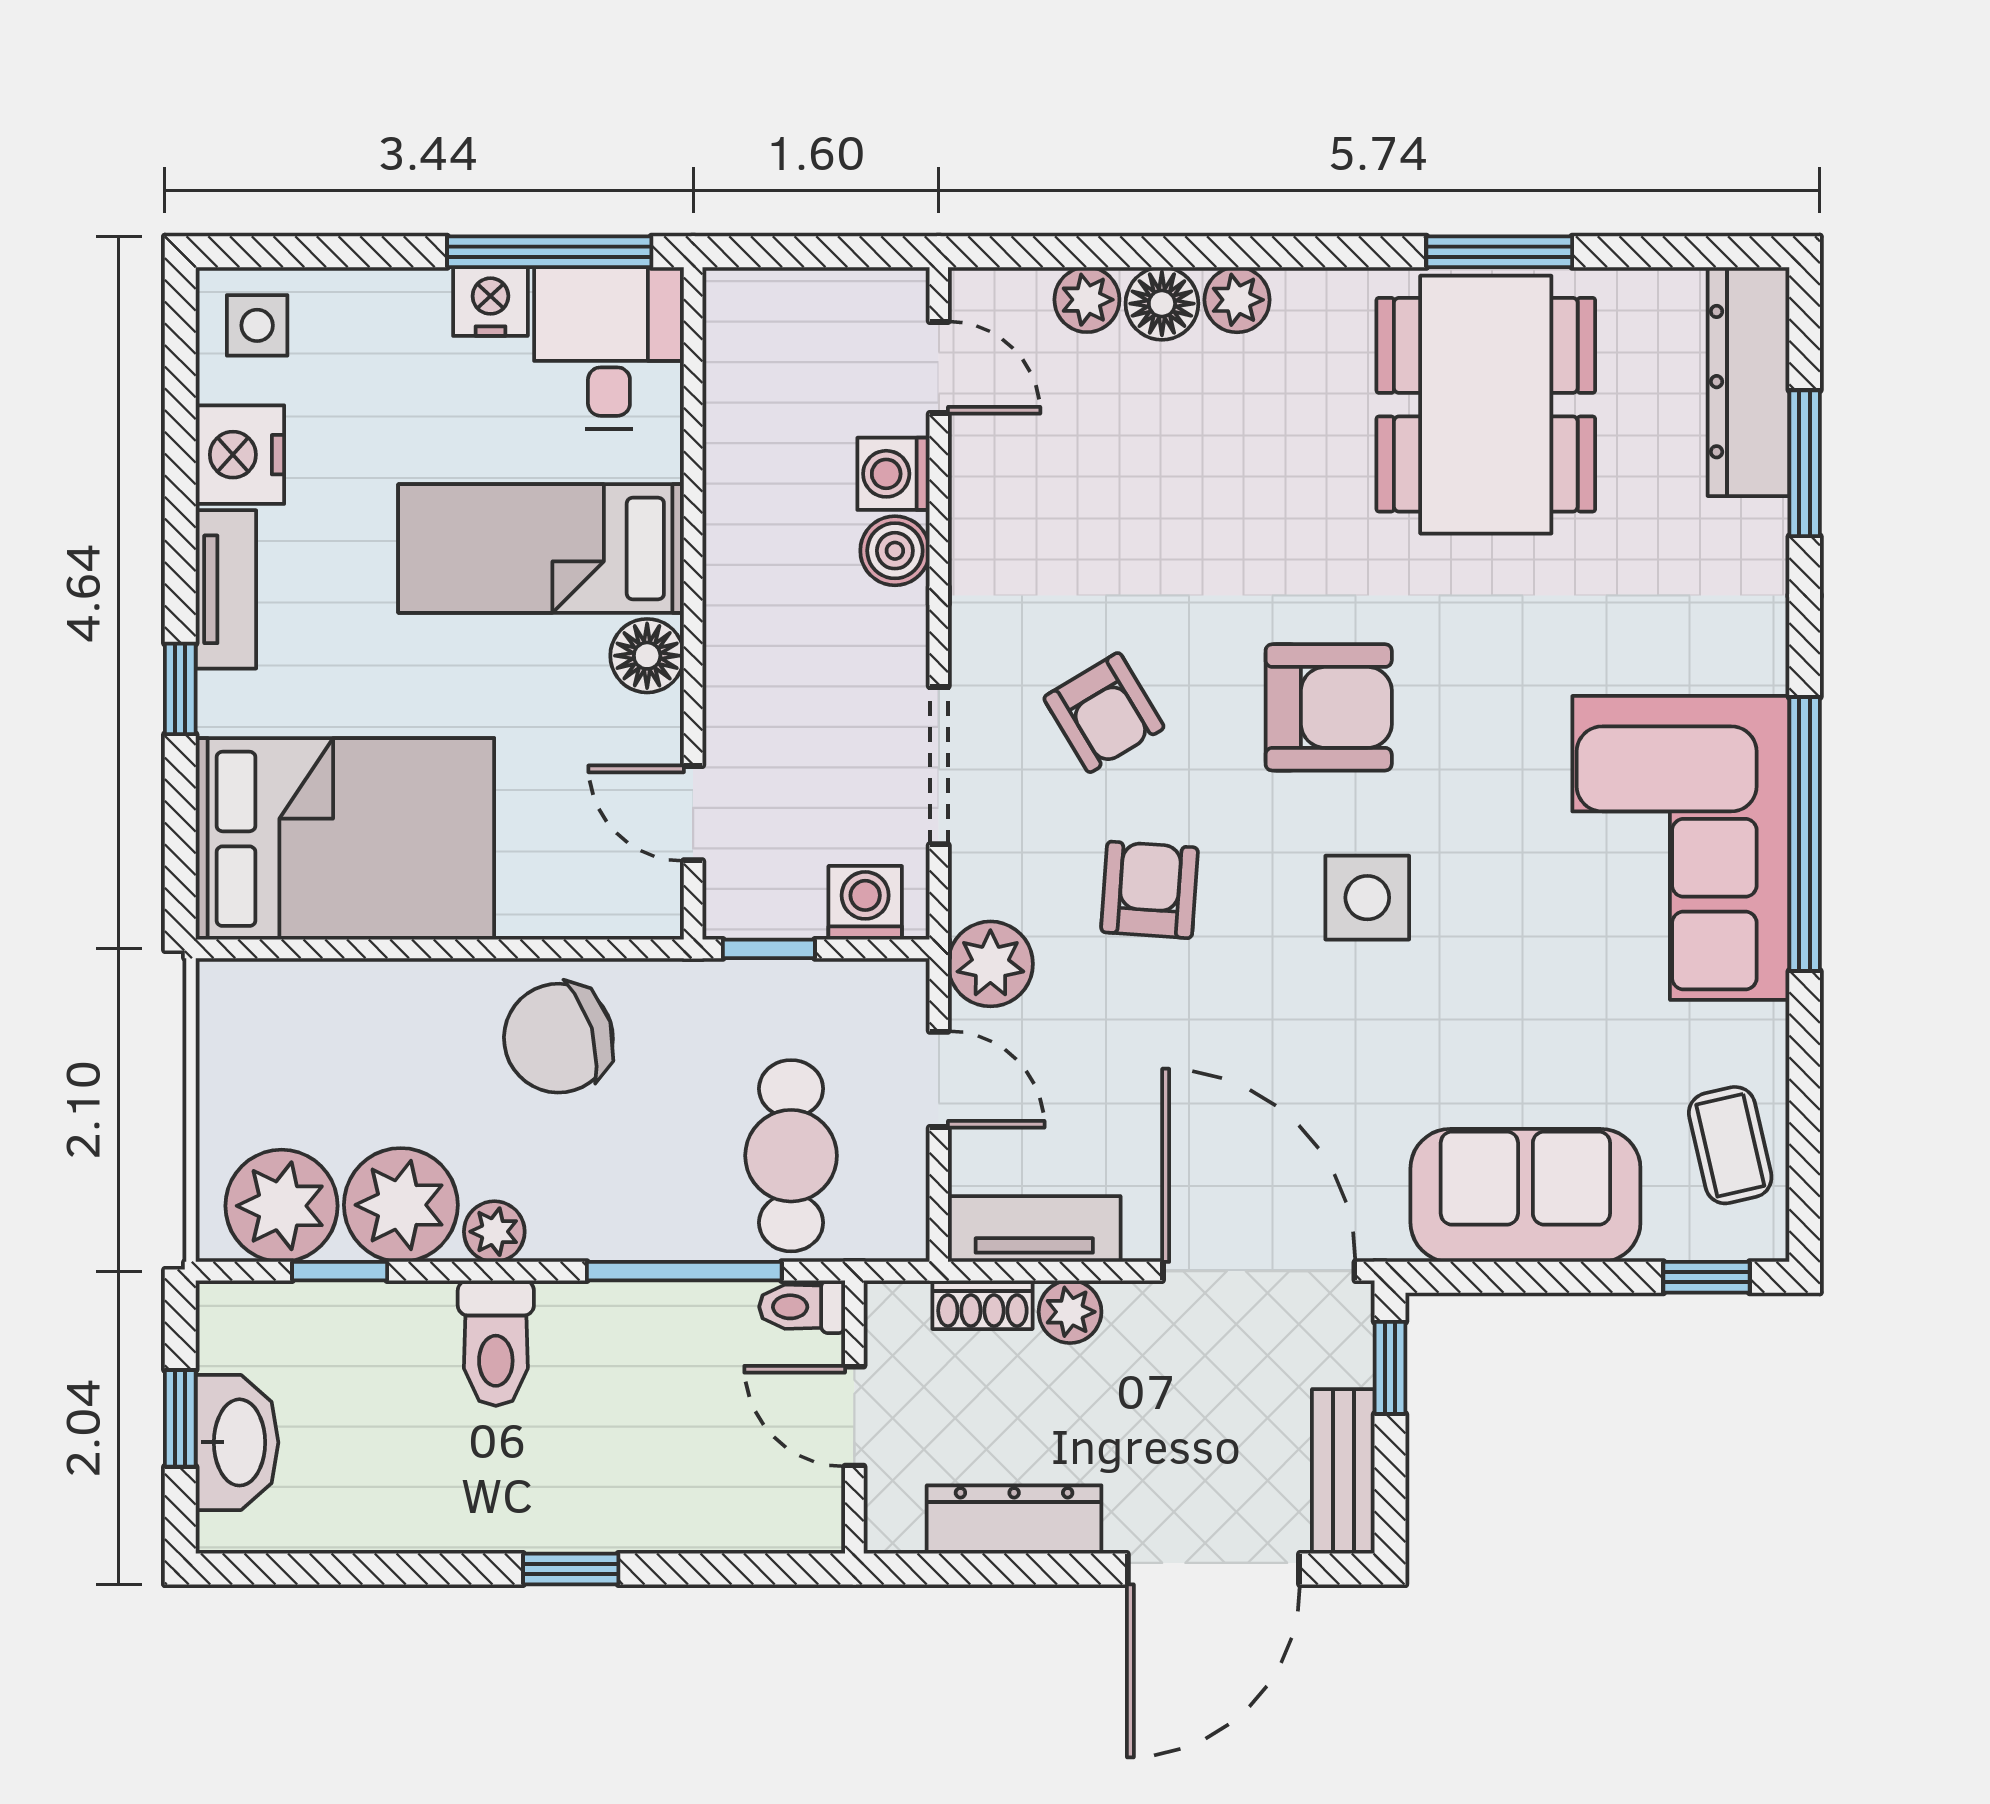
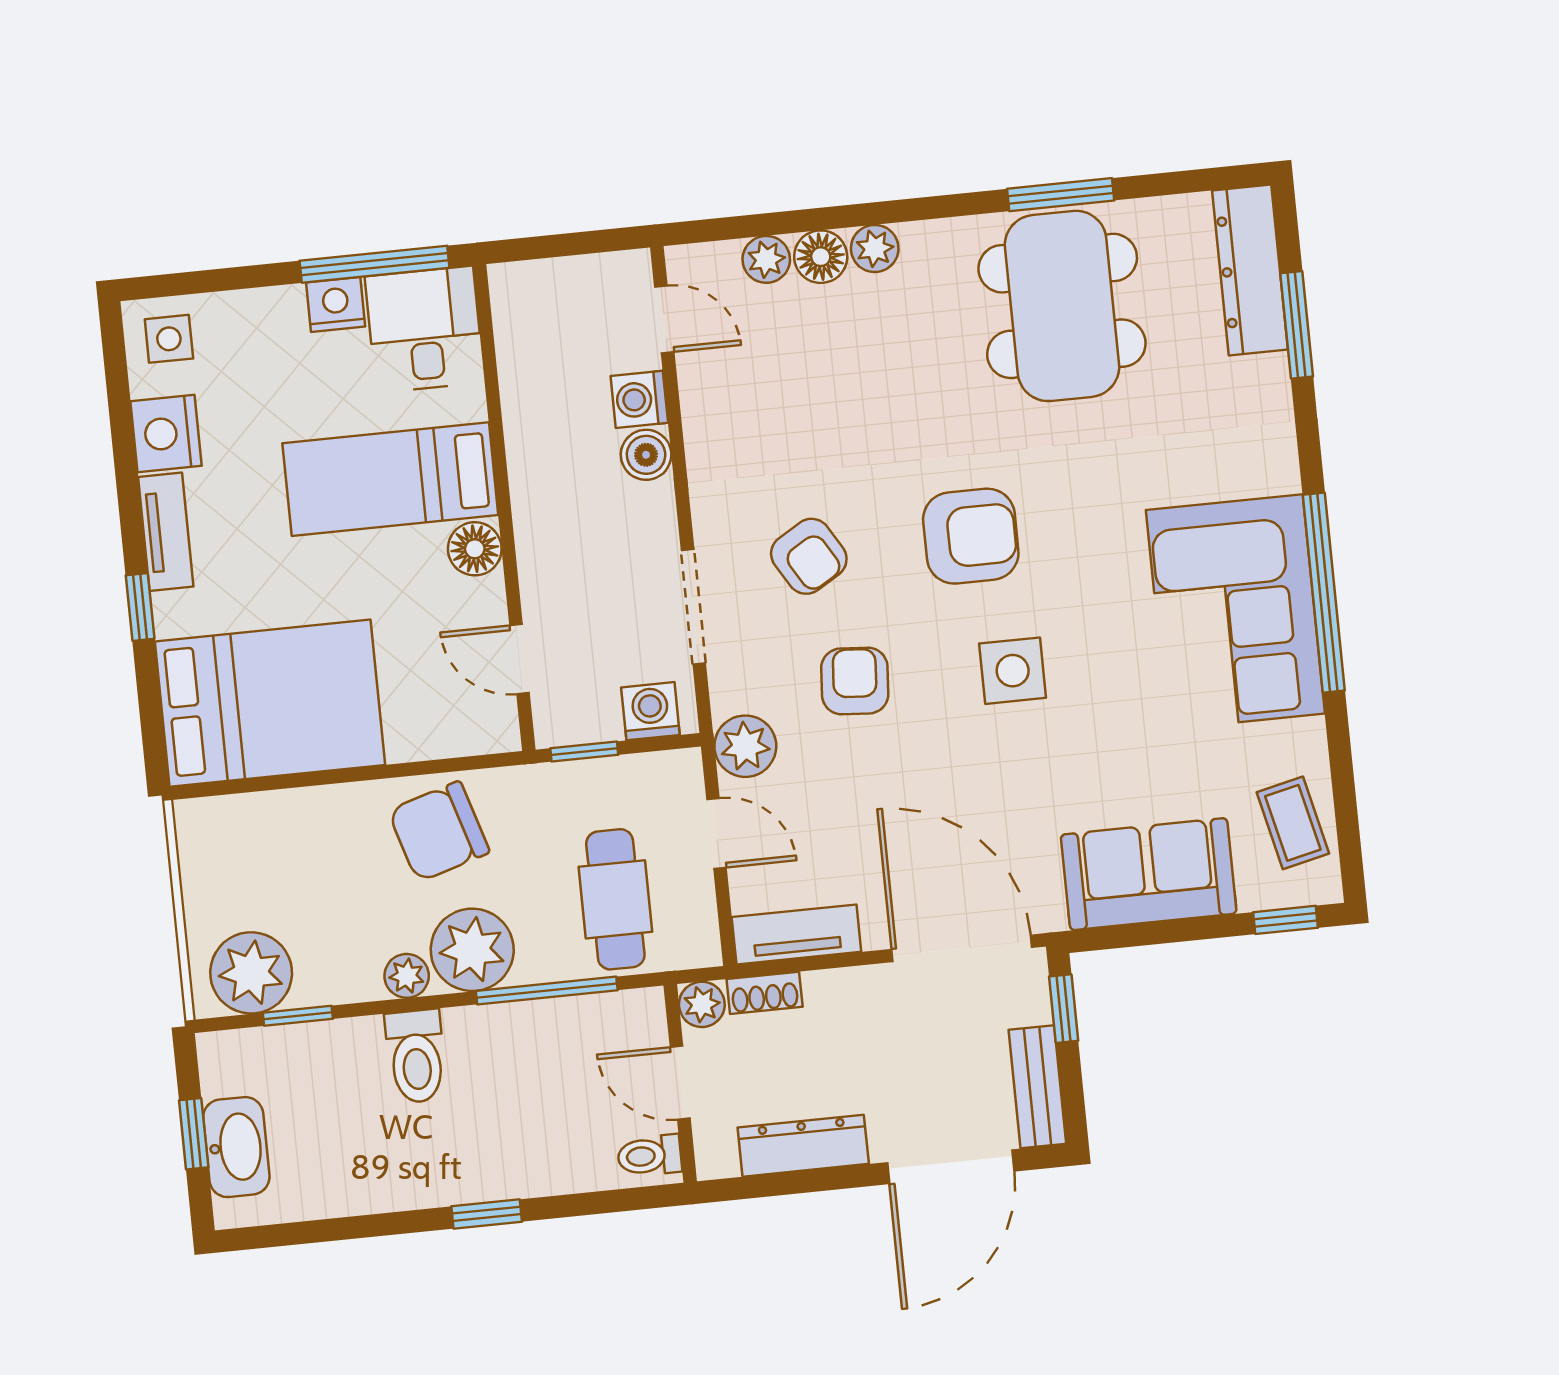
plant: (401, 1205) -> (472, 950), moved
toilet: (802, 1307) -> (650, 1156), moved
plant: (1070, 1312) -> (702, 1004), moved

